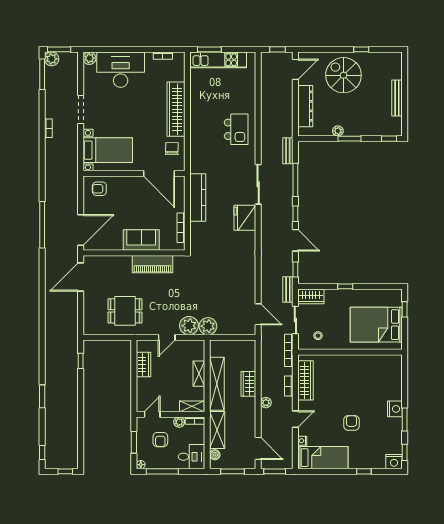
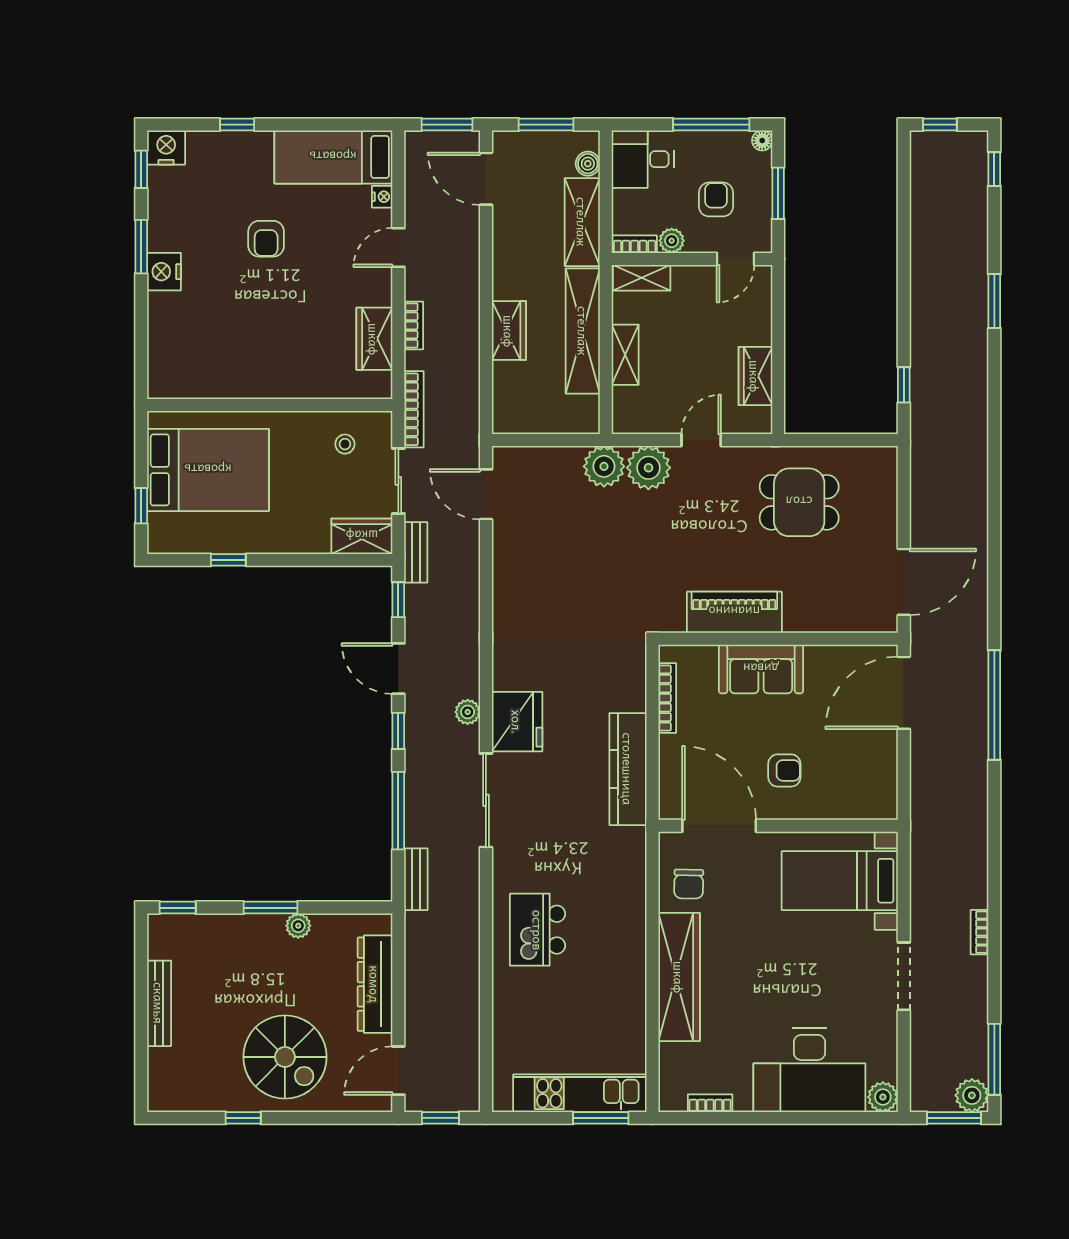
armchair: (99, 189) -> (784, 770), moved
window: (345, 286) -> (228, 560), moved
wardrobe: (305, 380) -> (374, 339), width x0.67
plant: (266, 403) -> (468, 712), moved

